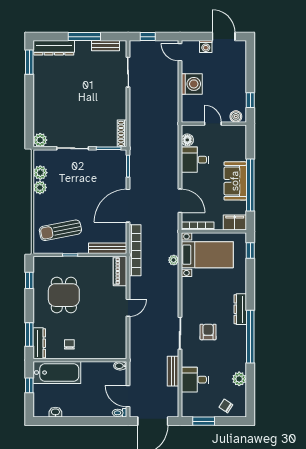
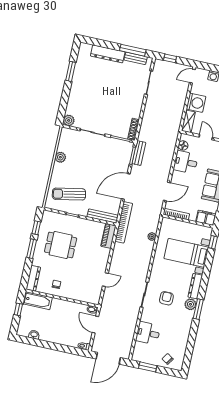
window: (84, 37) -> (133, 50), moved
dresser: (54, 48) -> (108, 54), moved
door: (180, 52) -> (192, 76), hinge flipped
window: (29, 62) -> (71, 71), moved
shelving: (187, 109) -> (188, 121), added
plant: (40, 173) -> (63, 146), removed
door: (180, 201) -> (167, 192), hinge flipped
bed with nightstands: (207, 255) -> (186, 253), moved, turned 180
dining table: (64, 295) -> (61, 245), turned 90
door: (128, 308) -> (105, 280), moved
window: (29, 334) -> (32, 249), moved
window: (250, 337) -> (198, 309), width x0.47
bench: (173, 371) -> (139, 153), moved
bathtub: (57, 373) -> (38, 301), width x0.73, depth x0.73
plant: (239, 379) -> (190, 304), moved
door: (128, 396) -> (95, 325), moved

